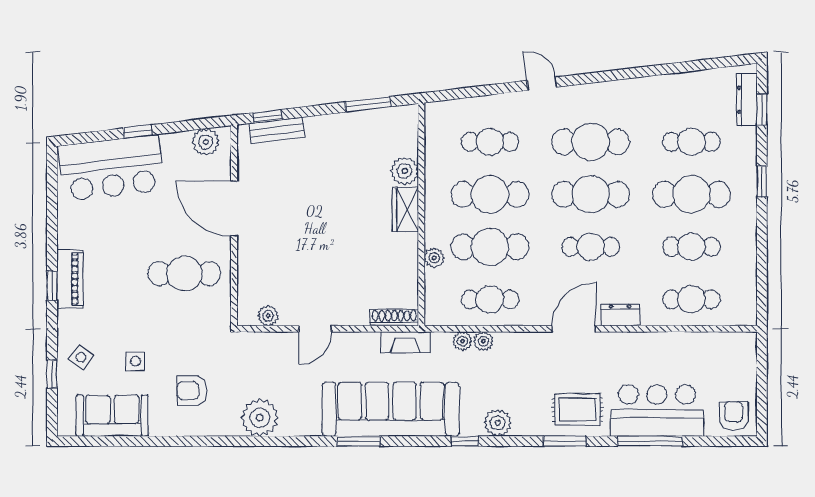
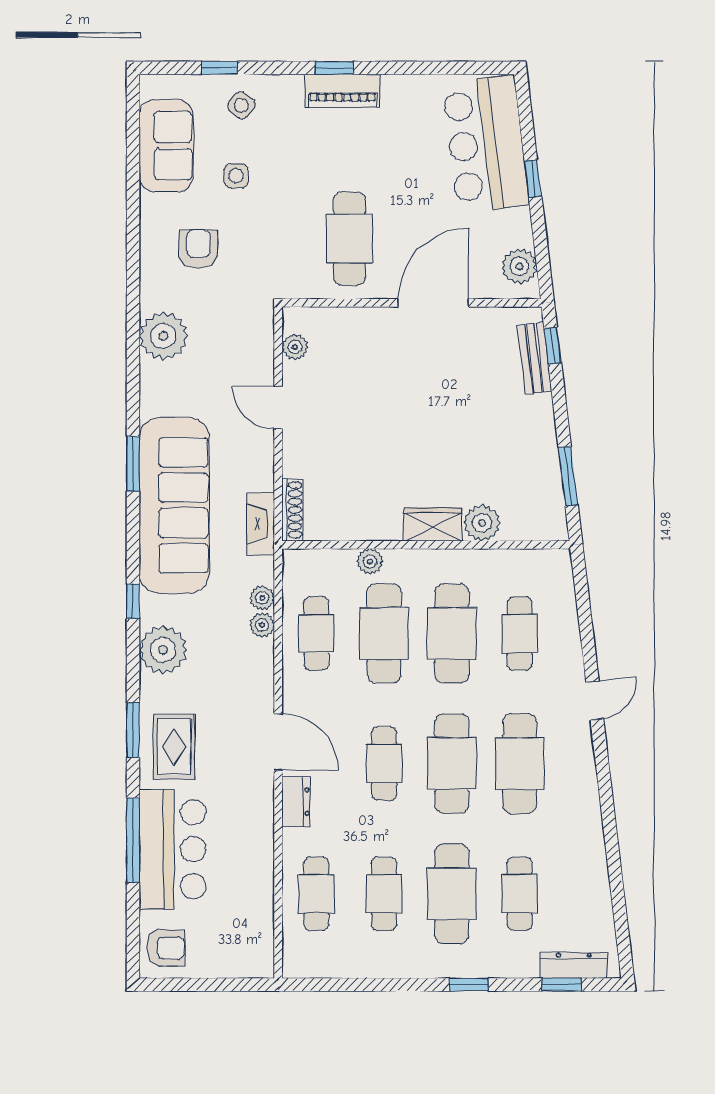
plant: (498, 423) -> (163, 650), width x1.36, depth x1.36

